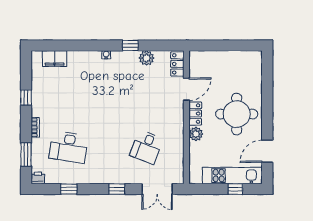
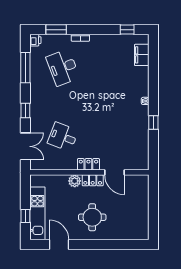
plant: (146, 58) -> (142, 137), removed
locker: (177, 64) -> (88, 164), moved
window: (26, 98) -> (127, 30), moved
round table: (237, 114) -> (92, 217), width x0.73, depth x0.73
desk: (69, 147) -> (63, 67), turned -30
window: (69, 189) -> (25, 68), width x2.17
double door: (157, 189) -> (25, 146), swing flipped

